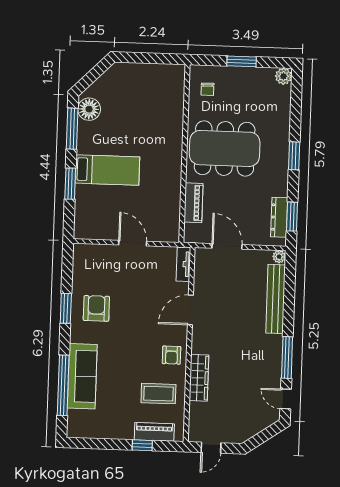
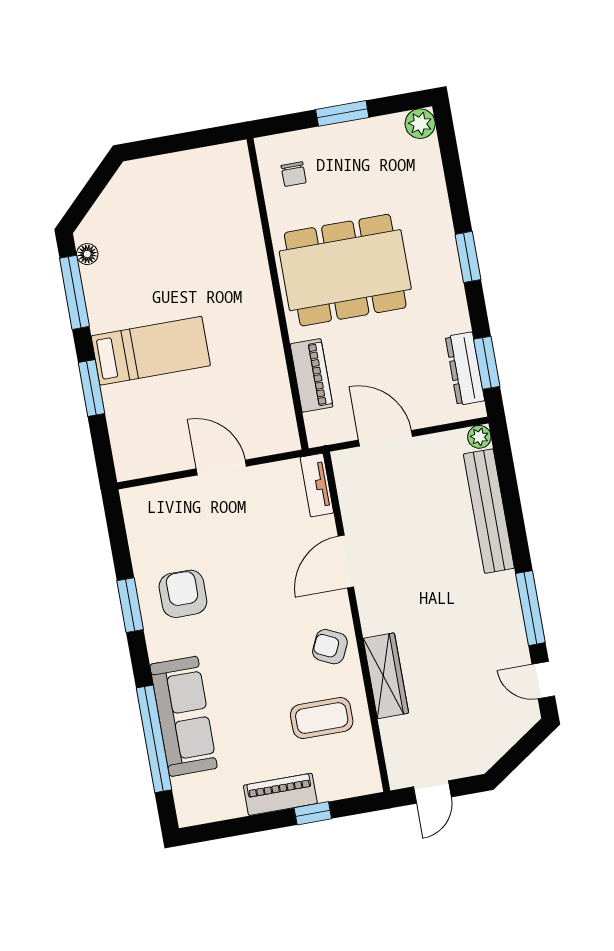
floor lamp: (89, 109) -> (87, 254), width x0.53, depth x0.53
armchair: (171, 355) -> (330, 647), turned 115
piano: (154, 432) -> (280, 794), moved

